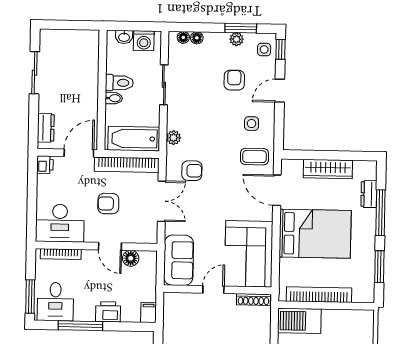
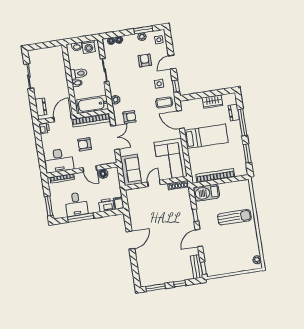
window: (280, 49) -> (176, 86), moved
wardrobe: (328, 169) -> (212, 102), width x0.67
bed: (315, 234) -> (206, 136), width x0.67
desk: (55, 302) -> (76, 204), moved
printer: (108, 312) -> (106, 205), moved

